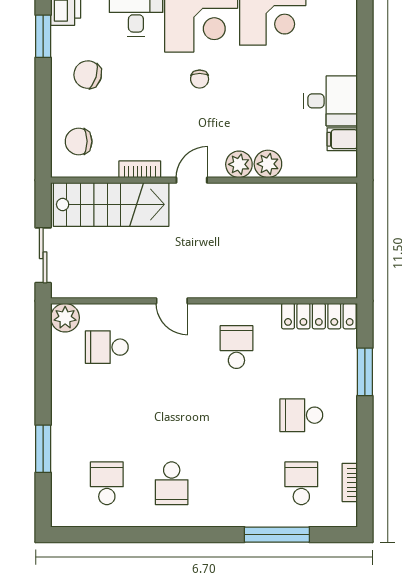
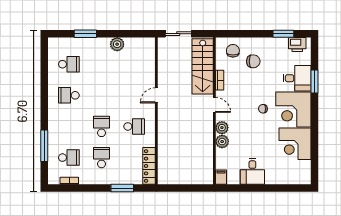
chair: (88, 75) -> (253, 61), moved, turned 73
filing cabinet: (342, 139) -> (221, 177), moved
plant: (65, 318) -> (117, 44), moved
school desk: (107, 347) -> (102, 126), moved

